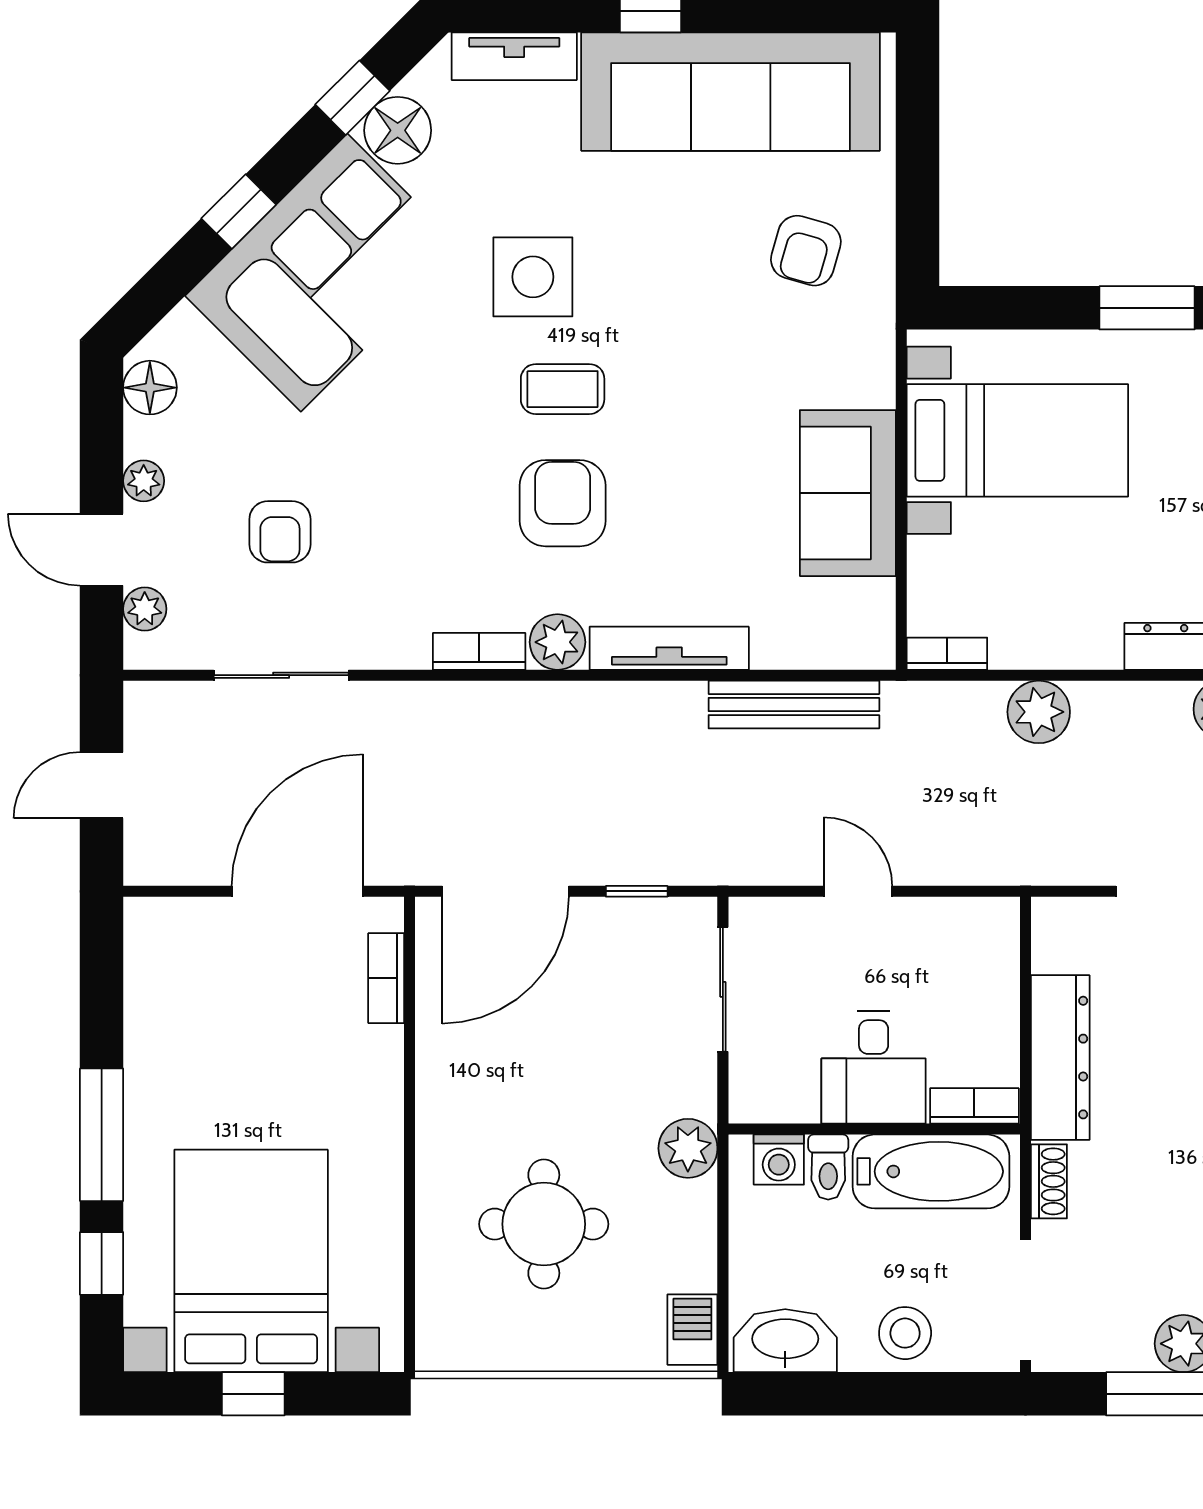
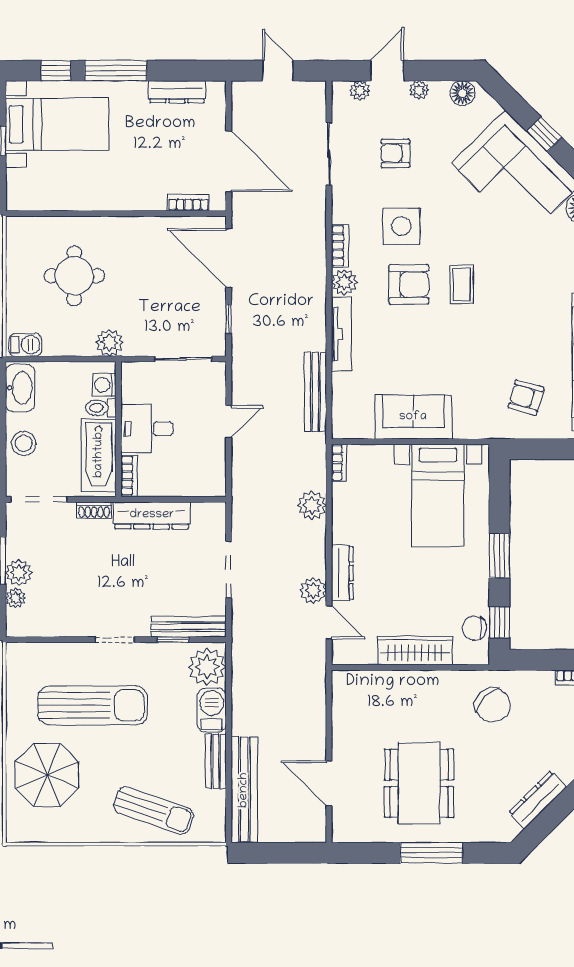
side table: (533, 277) -> (401, 226), moved
dresser: (147, 1003) -> (177, 92), added
bed with nightstands: (251, 1261) -> (57, 124), width x0.73

